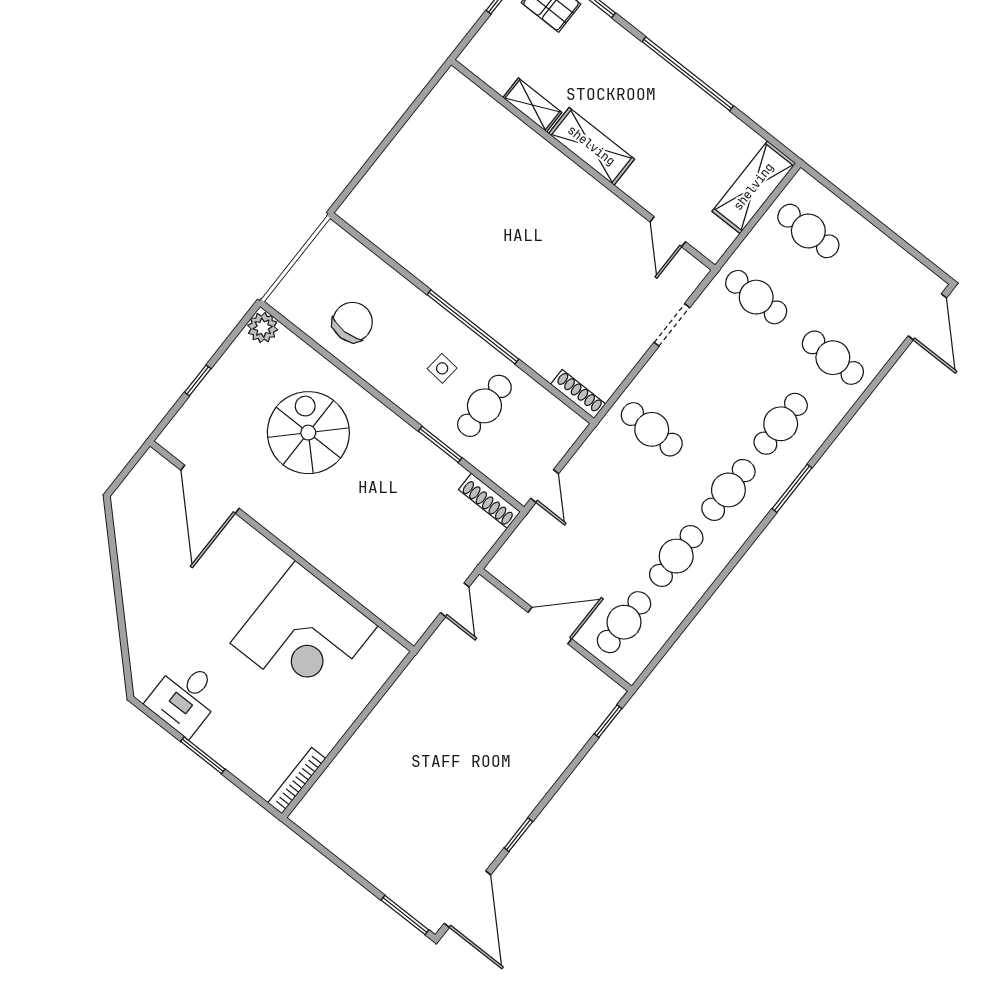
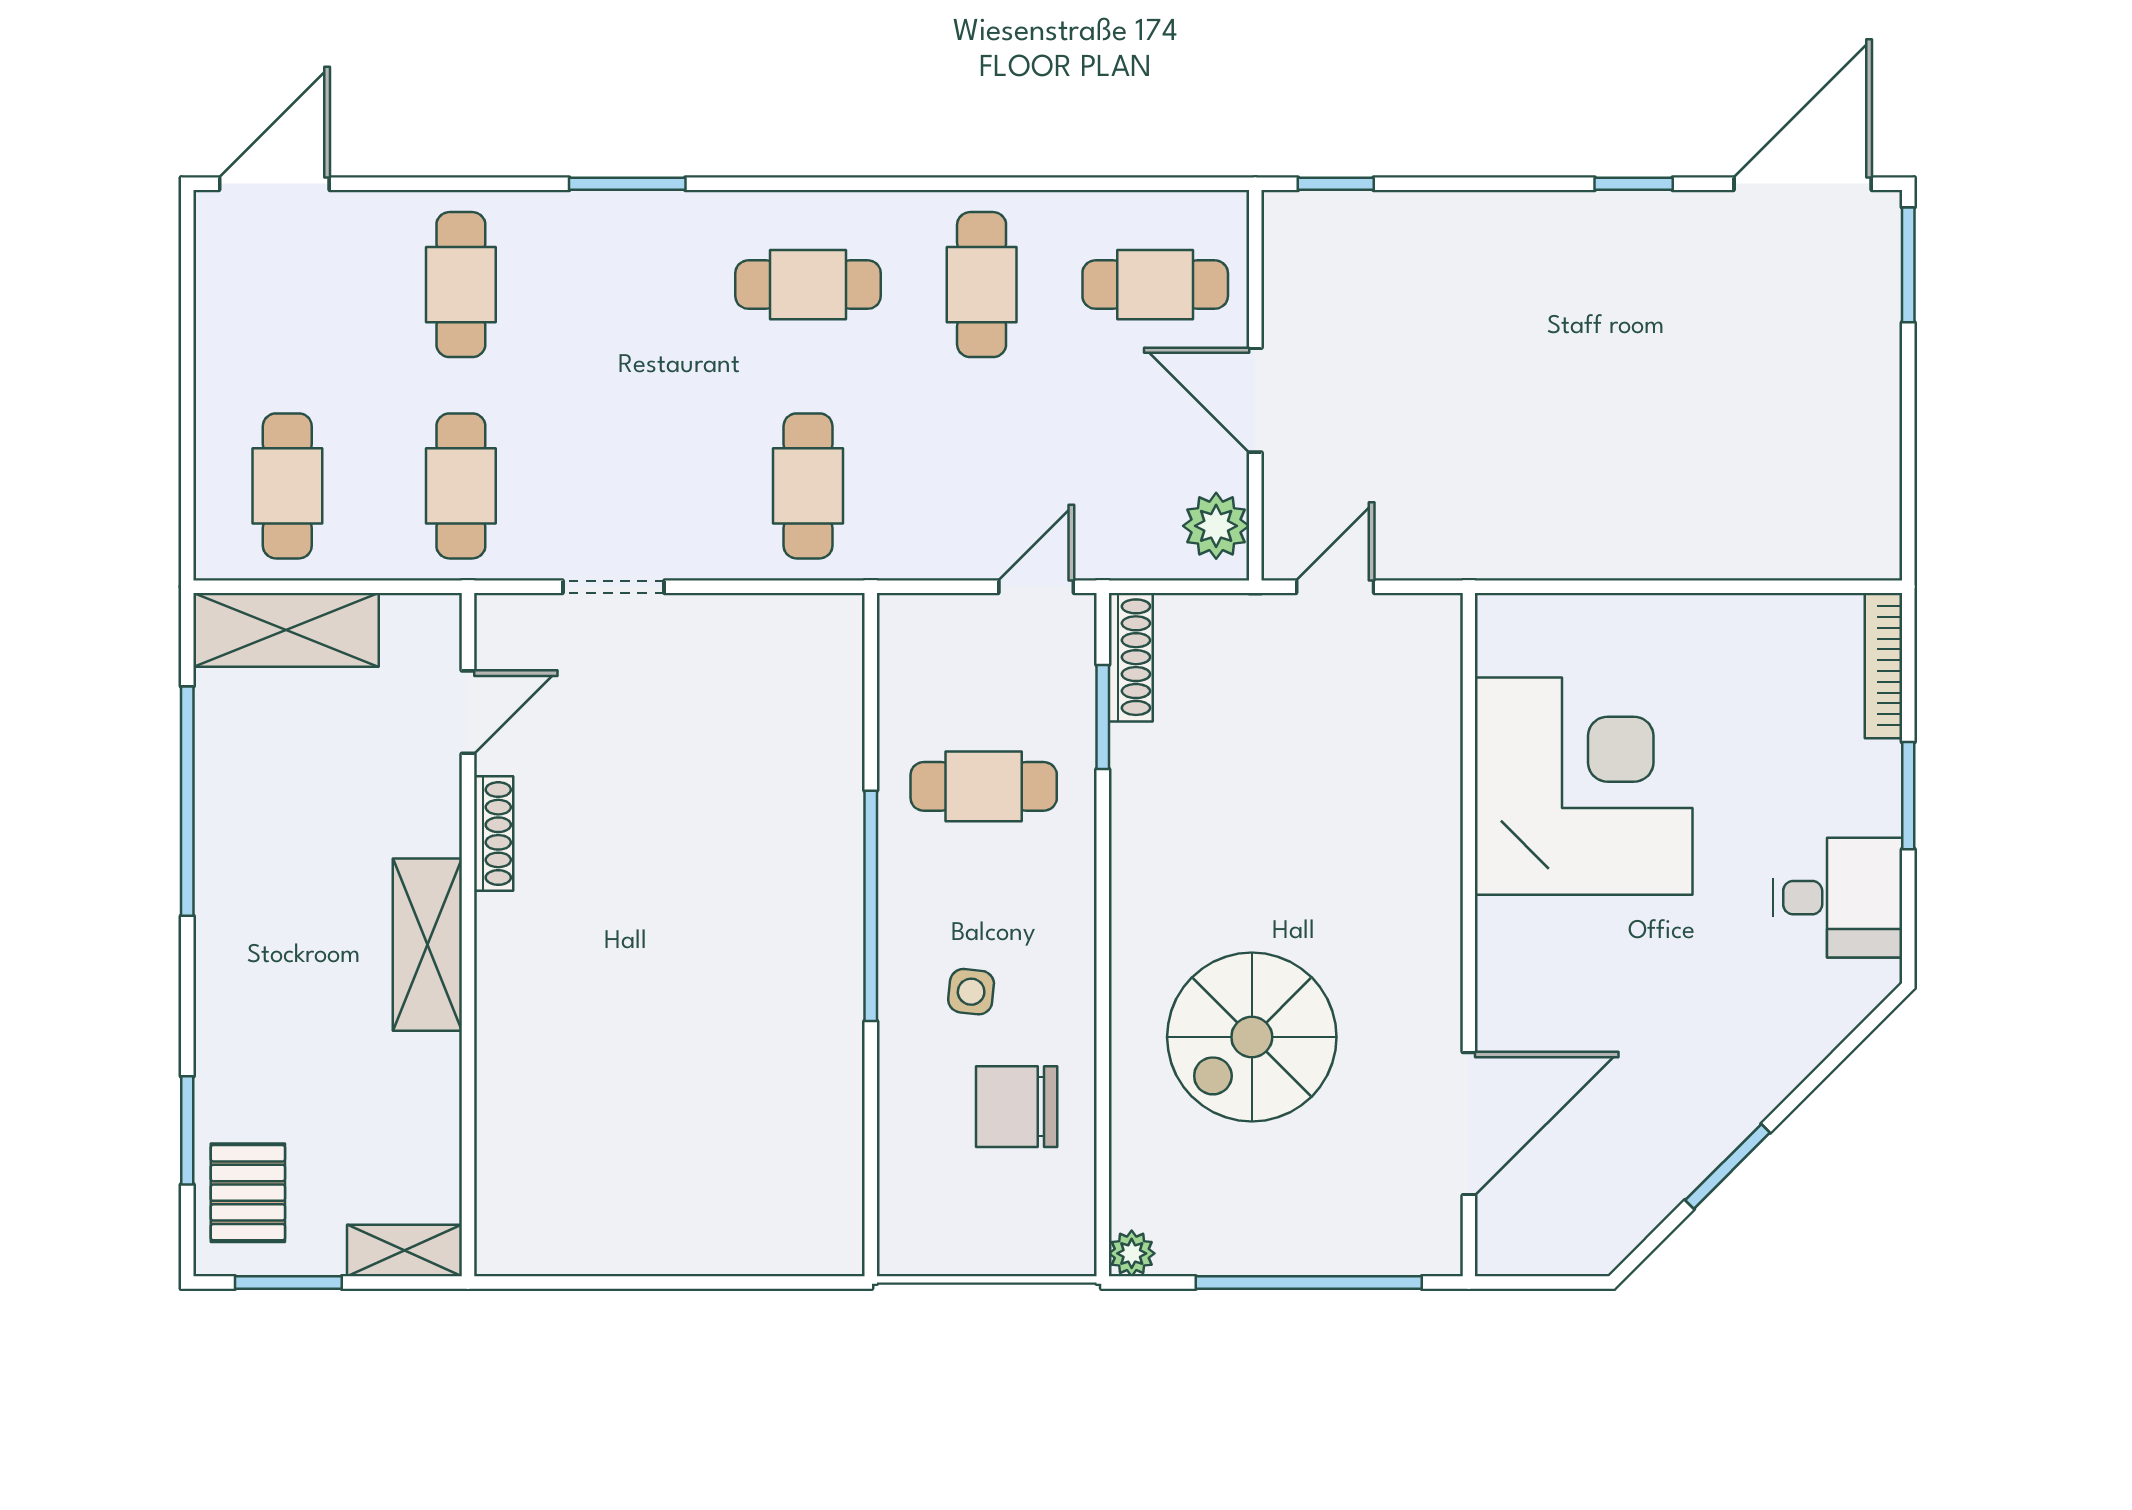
window: (688, 74) -> (187, 801), moved
shelving: (532, 105) -> (405, 1251), moved, turned 90
plant: (263, 328) -> (1132, 1253), width x0.73, depth x0.73
side table: (442, 368) -> (971, 992), moved
window: (198, 380) -> (1309, 1282), width x3.17
shoe rack: (578, 394) -> (494, 834), moved, turned 180
cafe table: (781, 424) -> (634, 285), removed
window: (440, 444) -> (1103, 717), moved
window: (792, 488) -> (627, 184), moved
cafe table: (676, 556) -> (982, 285), turned 90
plant: (514, 573) -> (1216, 526), added
window: (116, 575) -> (1728, 1166), added
bookcase: (297, 781) -> (1884, 666), moved, turned 90

